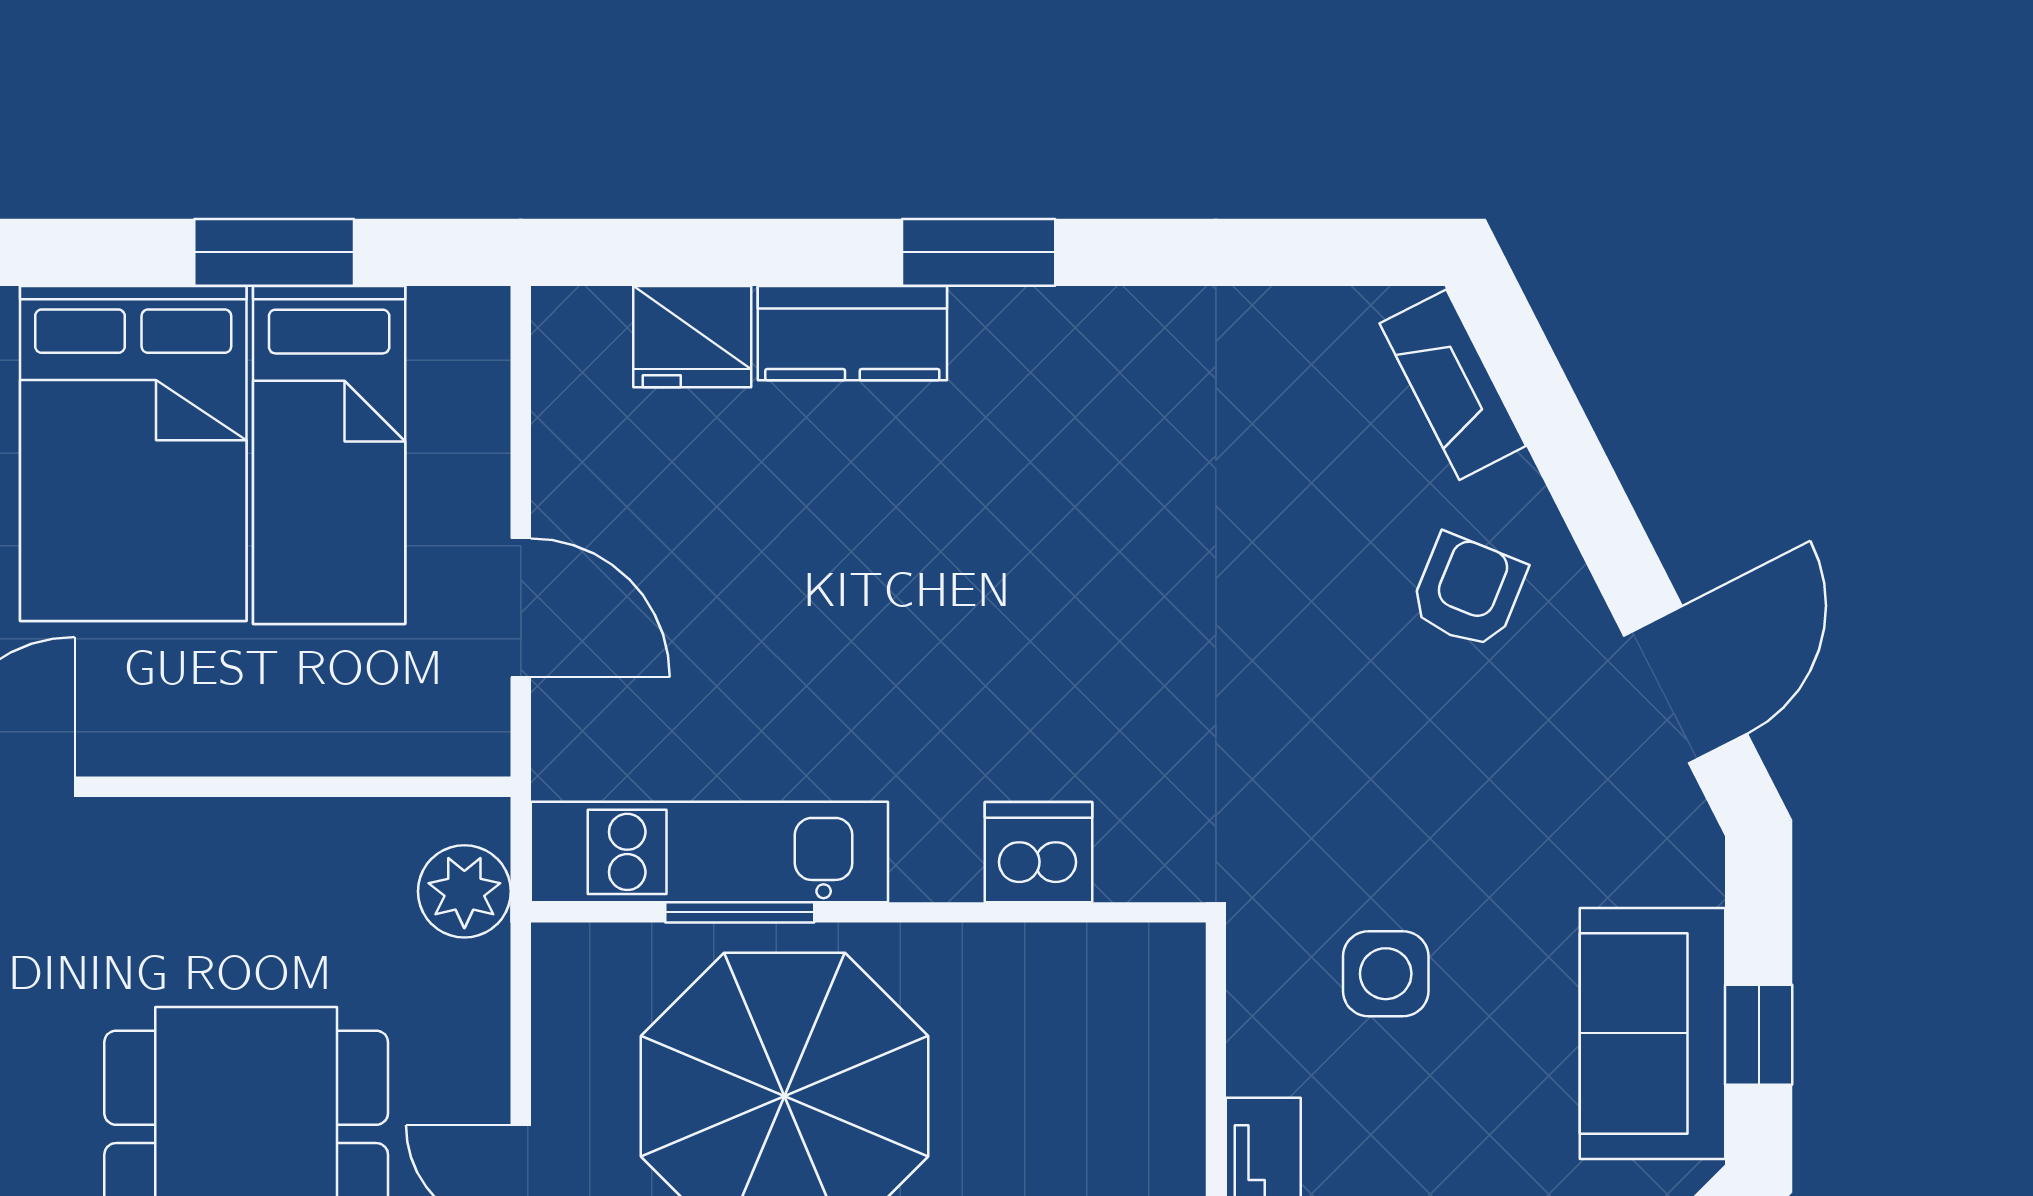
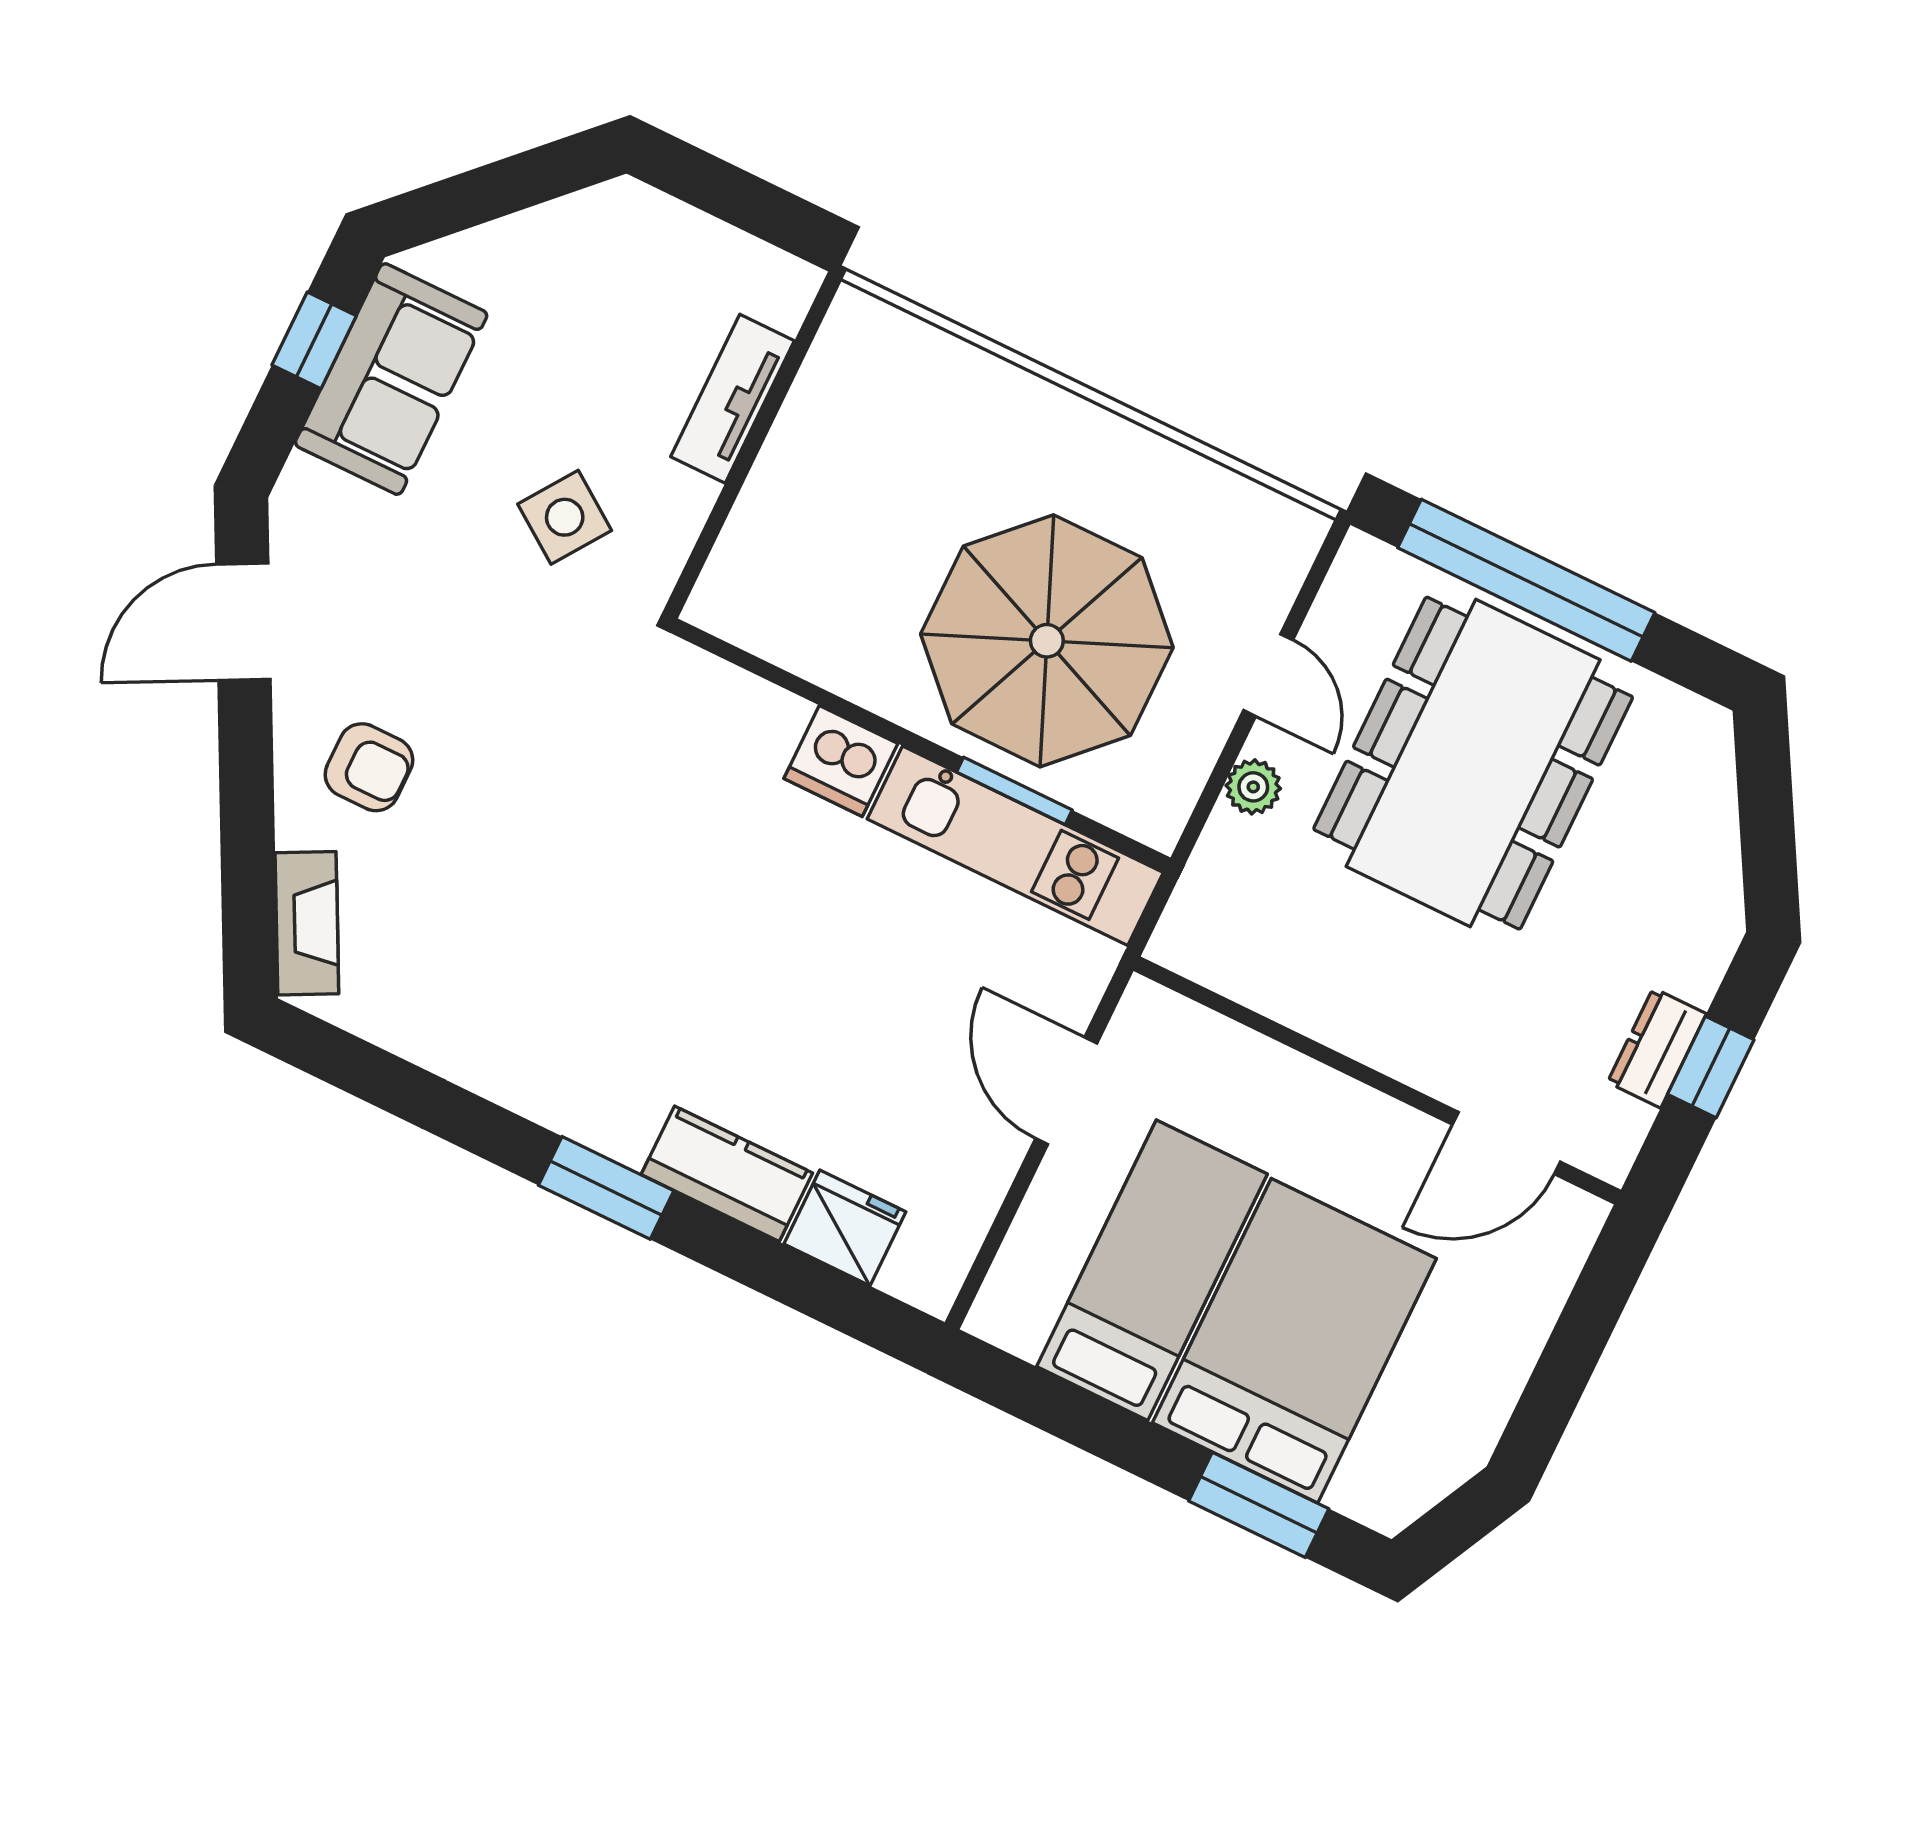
window: (274, 252) -> (1259, 1505), moved
armchair: (1468, 591) -> (369, 767), turned -112
dishwasher: (1039, 852) -> (841, 761), moved
plant: (464, 891) -> (1253, 787), moved, width x0.73, depth x0.73
side table: (1386, 974) -> (565, 517), turned 35

